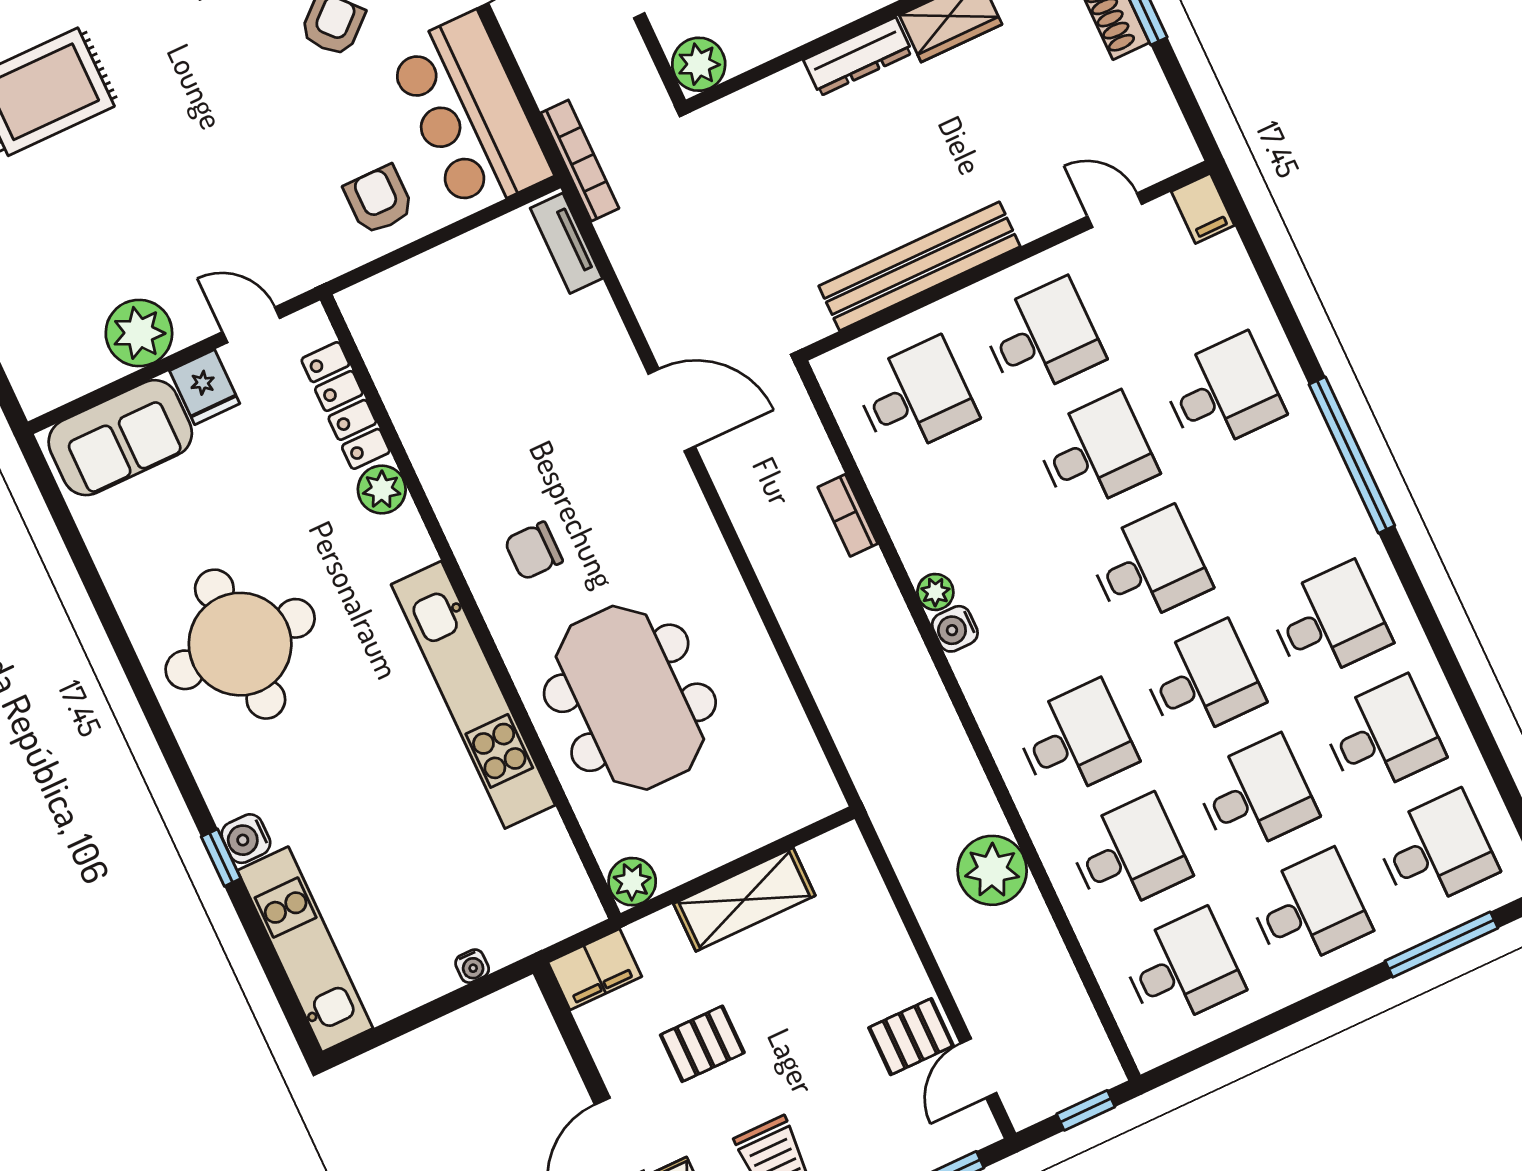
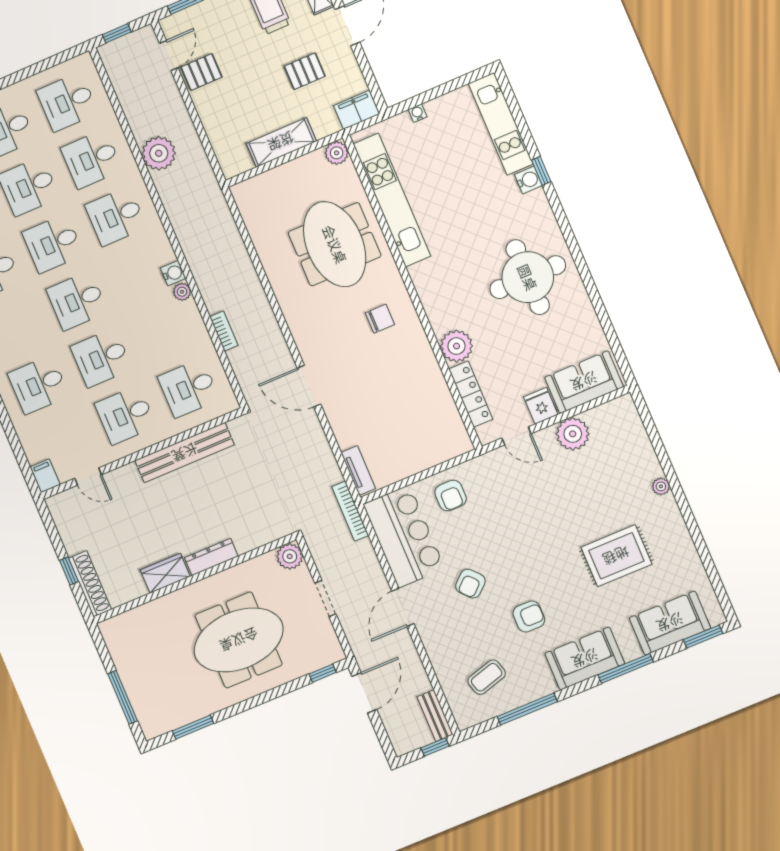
plant: (382, 489) -> (457, 346), width x1.36, depth x1.36
kitchen unit: (473, 695) -> (392, 200), moved

